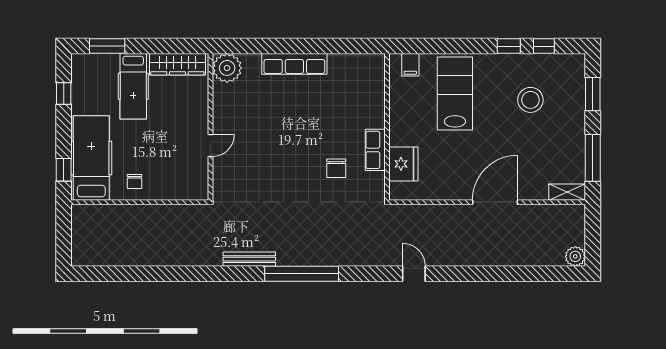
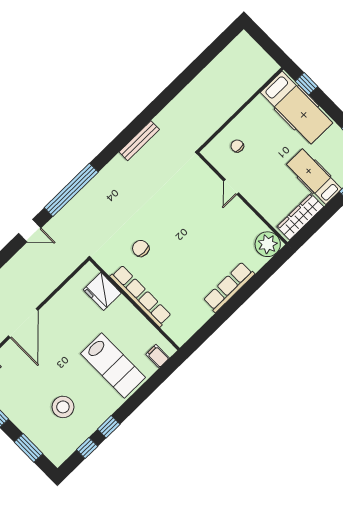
row of seats: (375, 150) -> (141, 296), width x2.02
chair: (134, 181) -> (237, 146), moved
window: (302, 274) -> (71, 190), moved

